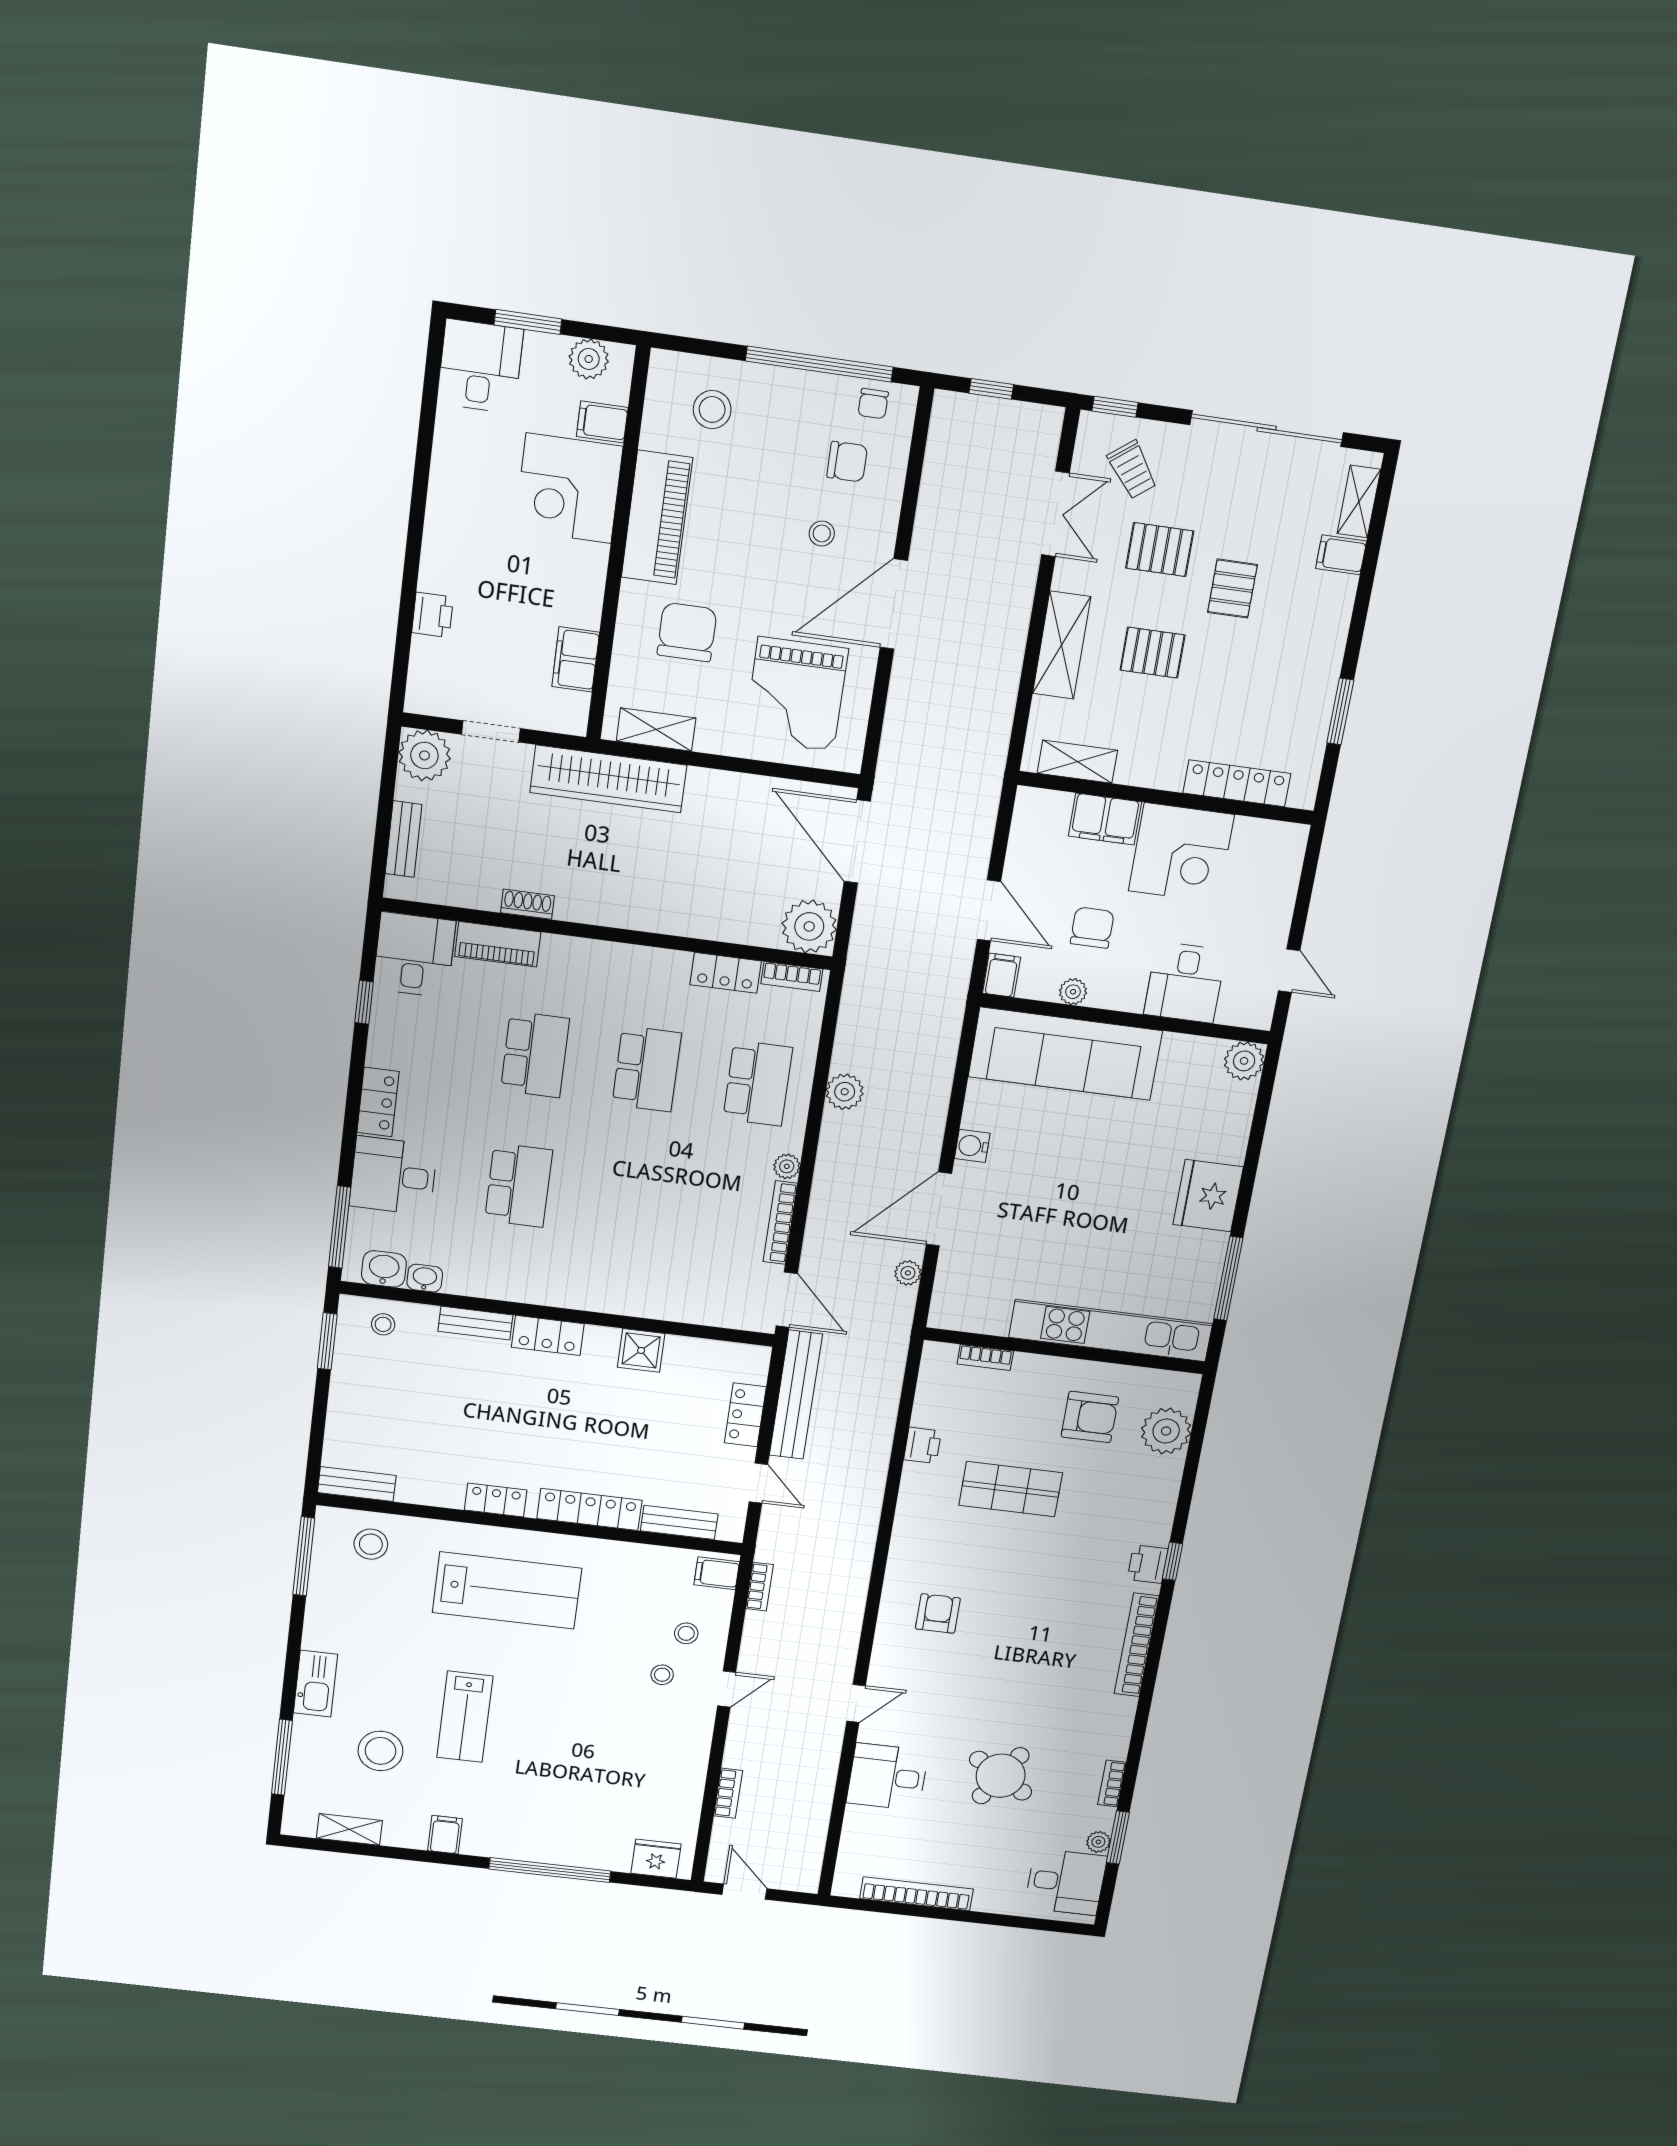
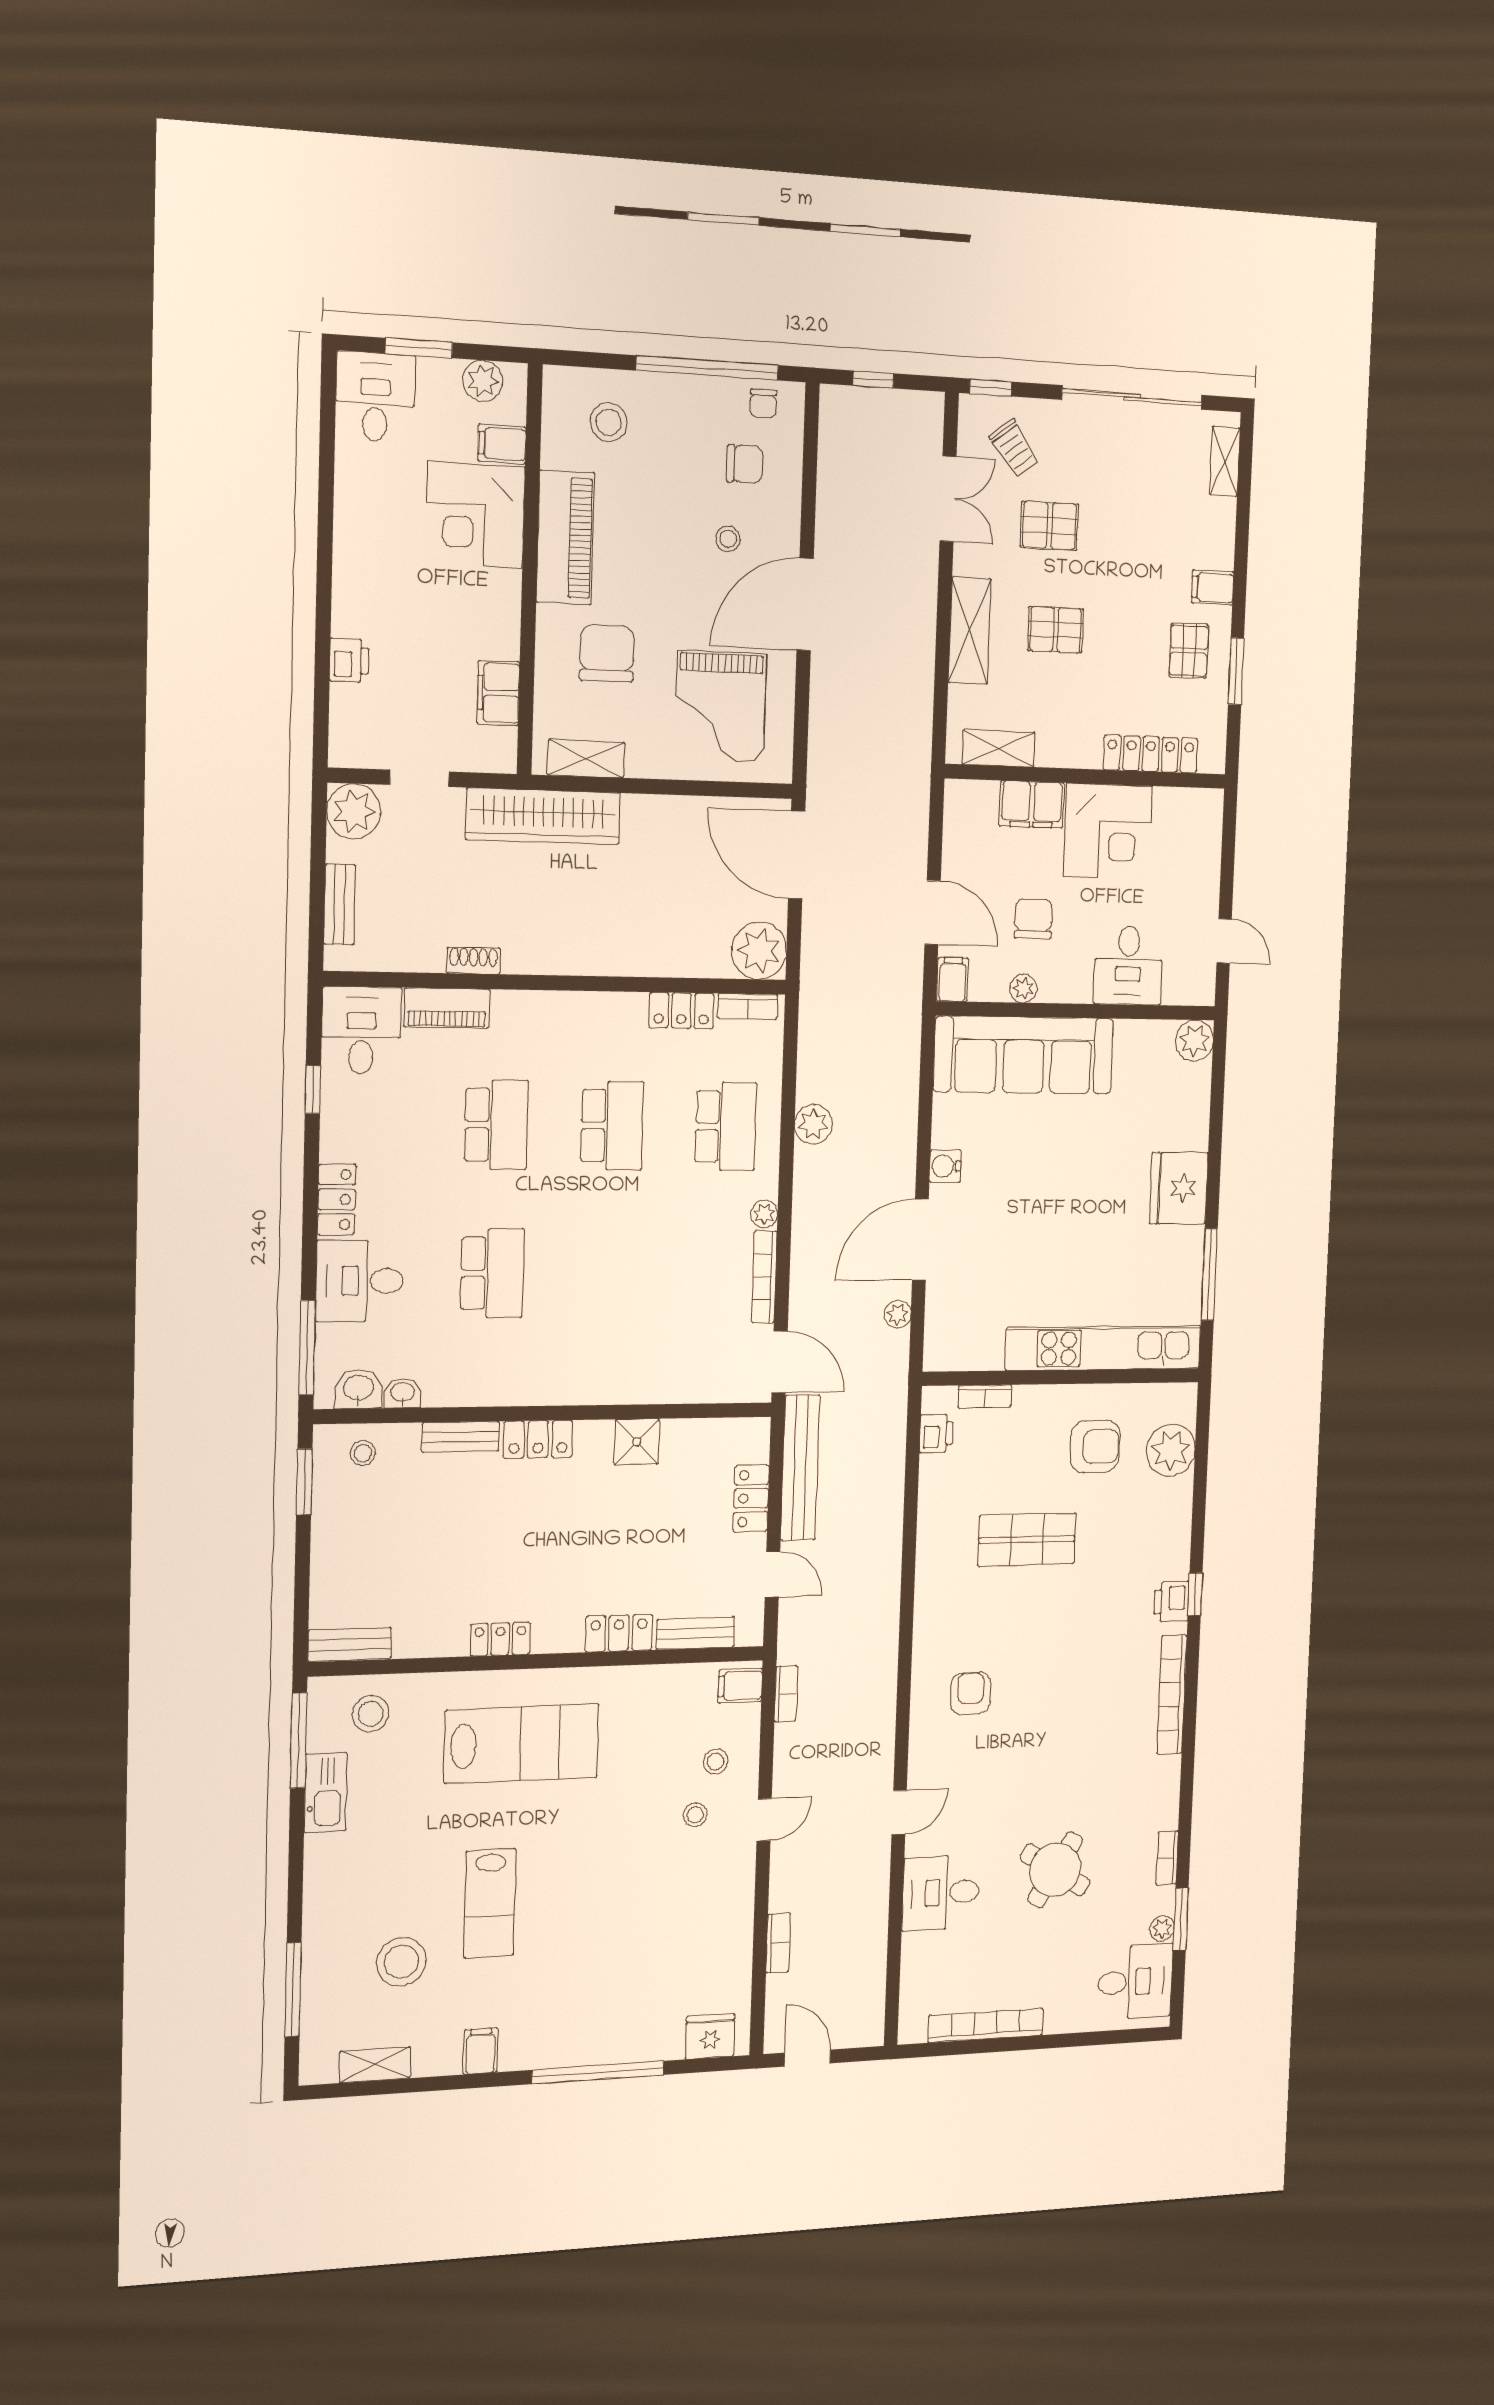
filing cabinet: (1341, 555) -> (1213, 588), moved
pallet: (1232, 589) -> (1189, 651), moved
printer: (922, 1445) -> (936, 1433), moved
locker: (589, 1509) -> (619, 1633), width x0.66
kitchen sink: (315, 1684) -> (326, 1792), moved

